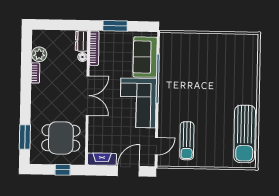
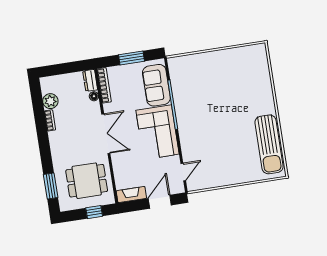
window: (115, 26) -> (132, 58), moved
sun lounger: (187, 141) -> (213, 161), removed

